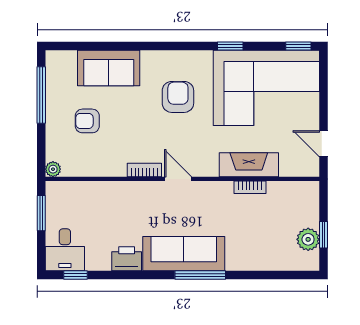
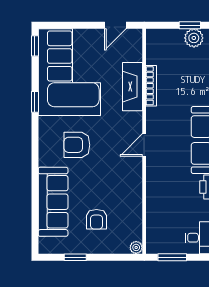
sofa: (109, 68) -> (53, 202), width x1.36
window: (41, 95) -> (75, 257), width x0.46
bookcase: (144, 170) -> (137, 172), removed
bookcase: (250, 187) -> (151, 86), width x1.56

